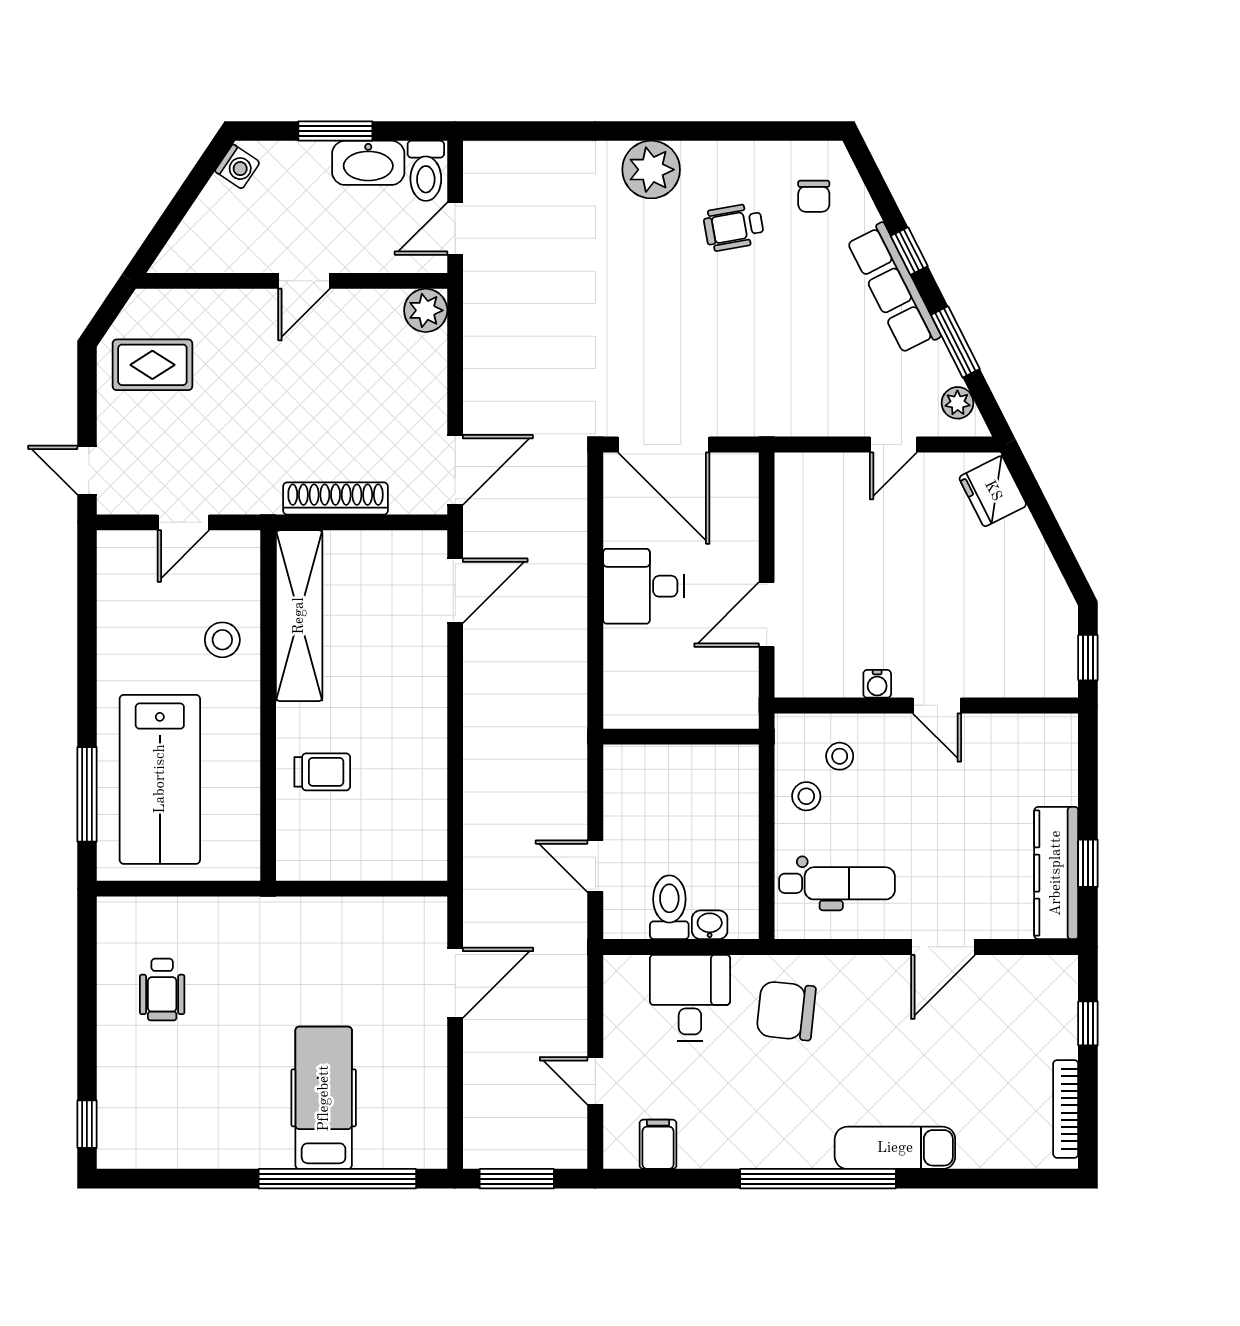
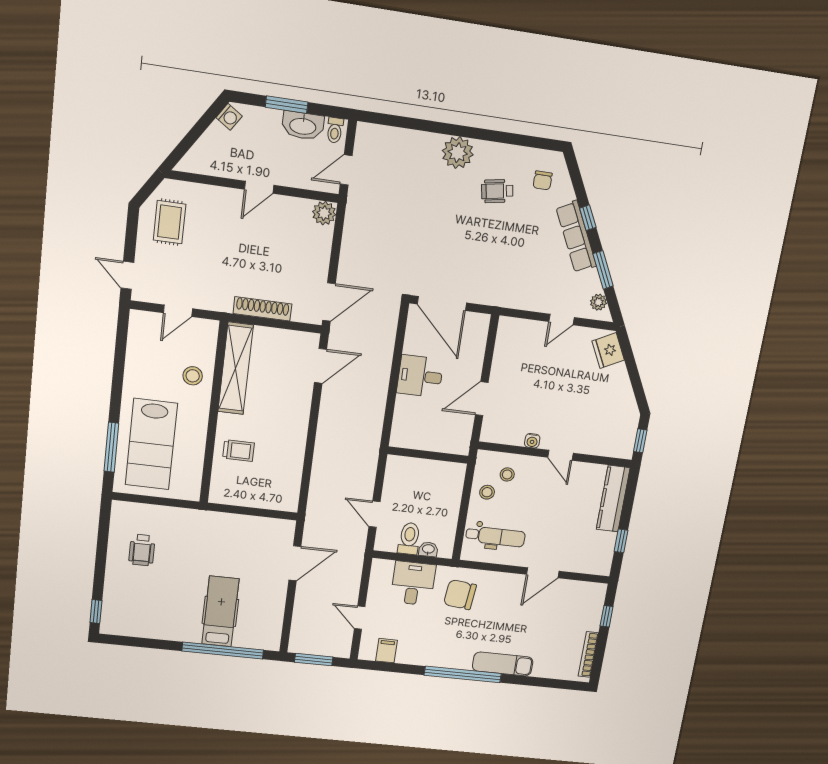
toilet: (426, 171) -> (335, 130), width x0.73, depth x0.72
rug: (152, 365) -> (170, 222), turned 90
kitchen counter: (1056, 873) -> (613, 499), moved

